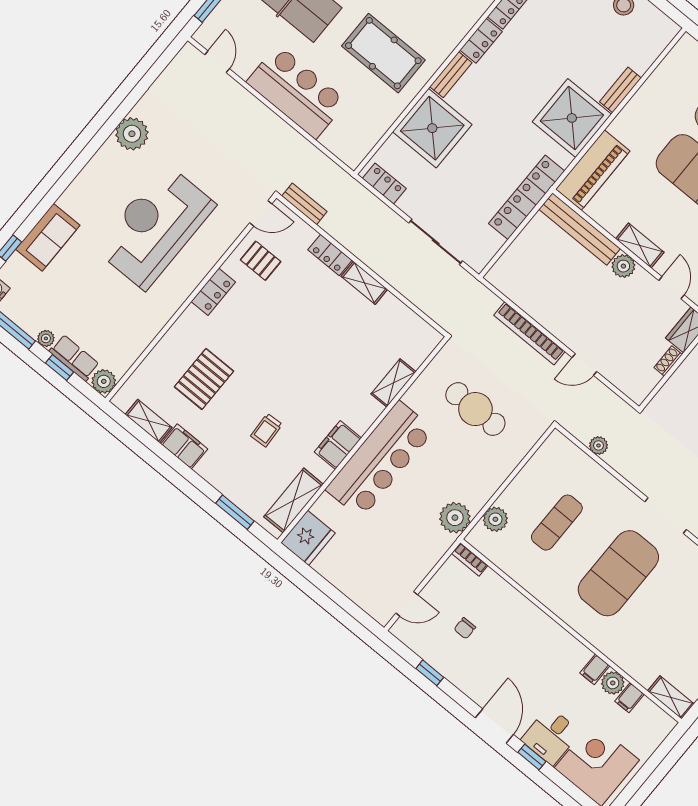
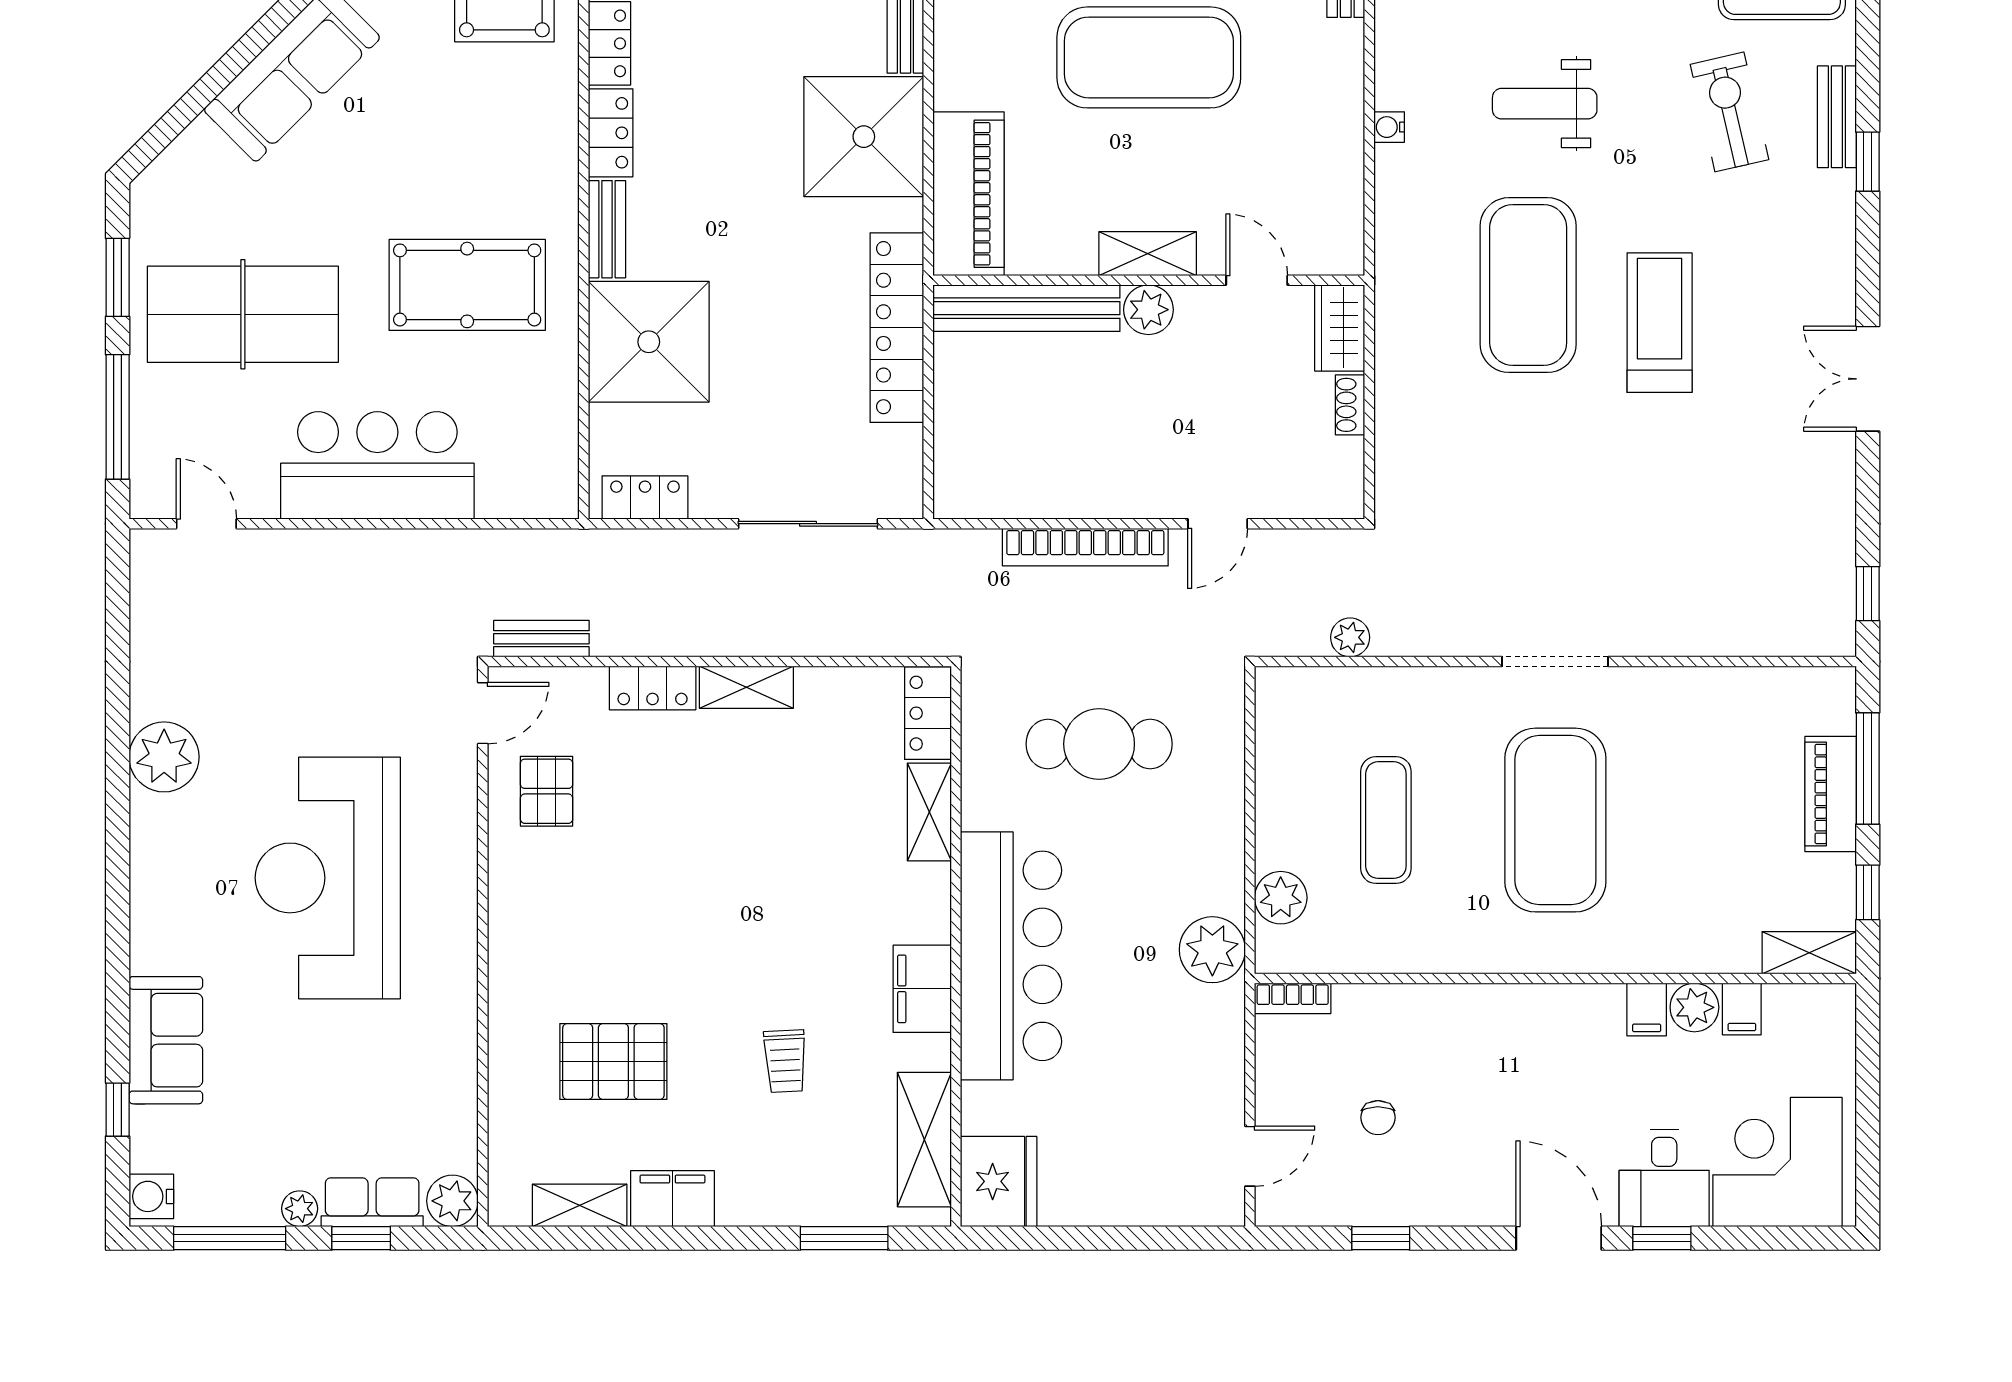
pallet: (261, 261) -> (547, 791), turned 90
locker: (213, 292) -> (928, 713), moved, turned 180
pallet: (204, 379) -> (613, 1061), turned 90

